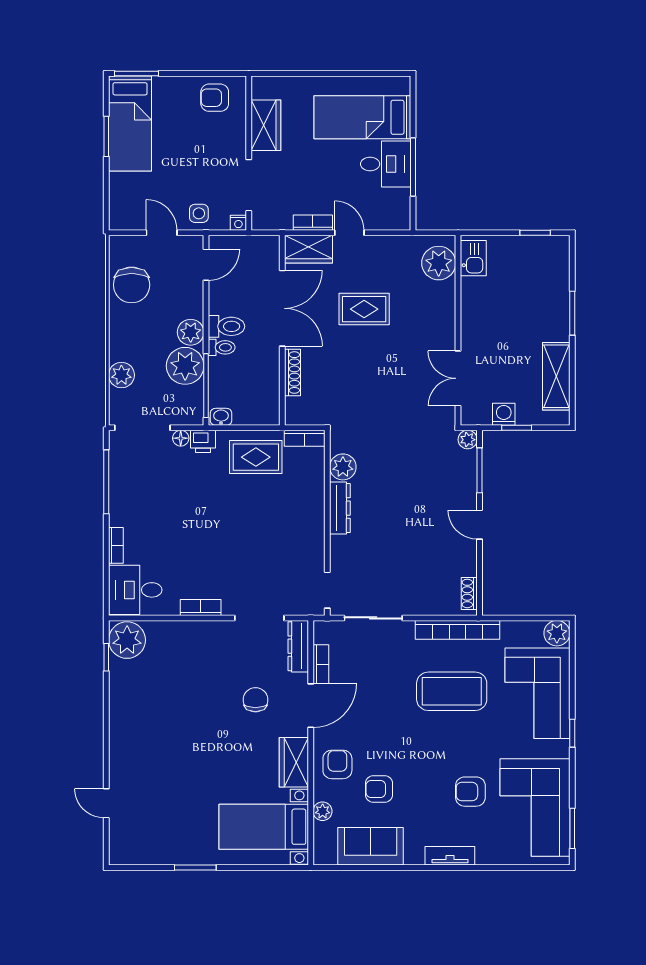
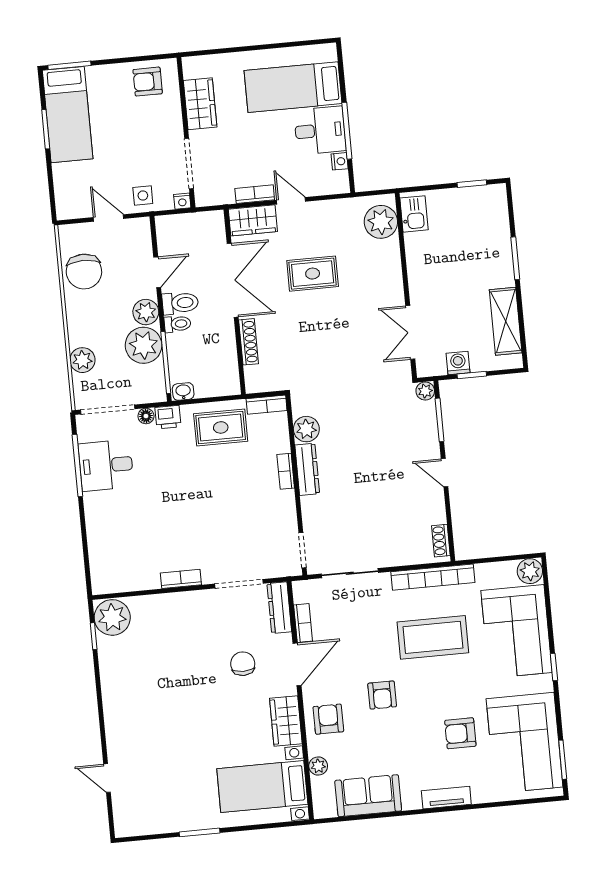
nightstand: (403, 197) -> (340, 161), added
door: (206, 265) -> (157, 272), moved
bookcase: (116, 545) -> (286, 471), moved, turned 180
desk: (135, 590) -> (106, 465), moved
armchair: (379, 789) -> (382, 695), moved, turned -90

